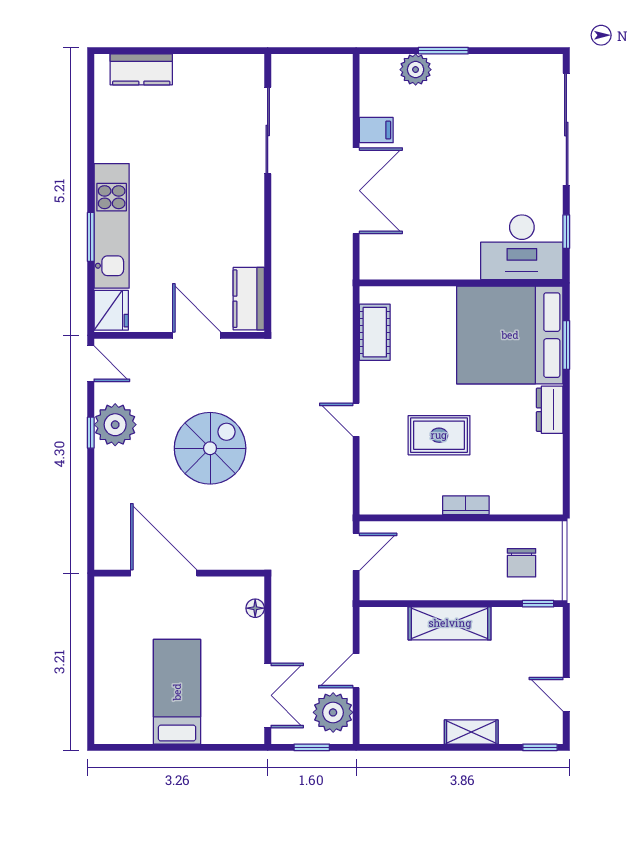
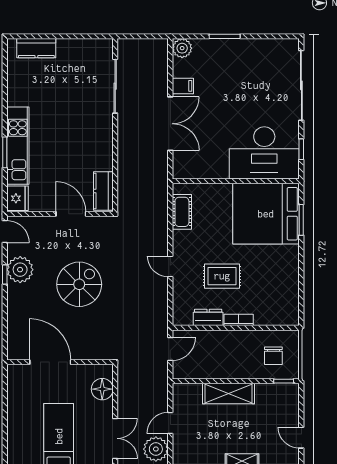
plant: (416, 70) -> (182, 48), moved
desk: (522, 247) -> (264, 153), width x1.36, depth x1.30
dresser: (550, 410) -> (208, 317), moved, turned 90
floor lamp: (255, 608) -> (102, 389), width x1.89, depth x1.89

